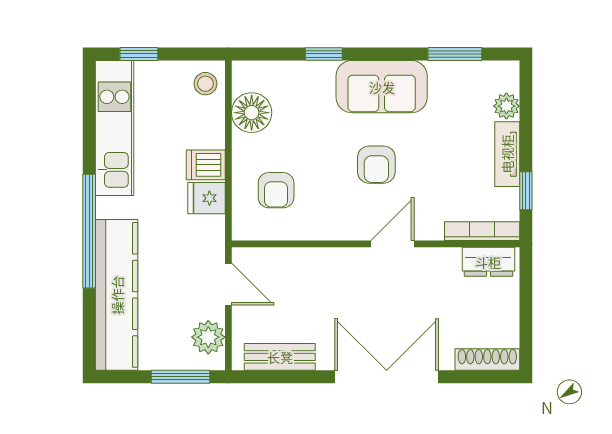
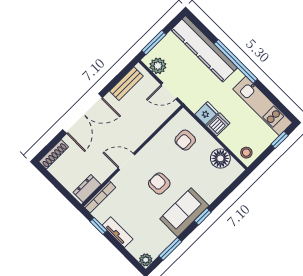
window: (324, 54) -> (203, 217), moved
plant: (506, 106) -> (146, 260), moved
armchair: (276, 190) -> (185, 140), turned -92
door: (392, 244) -> (126, 162), swing flipped

